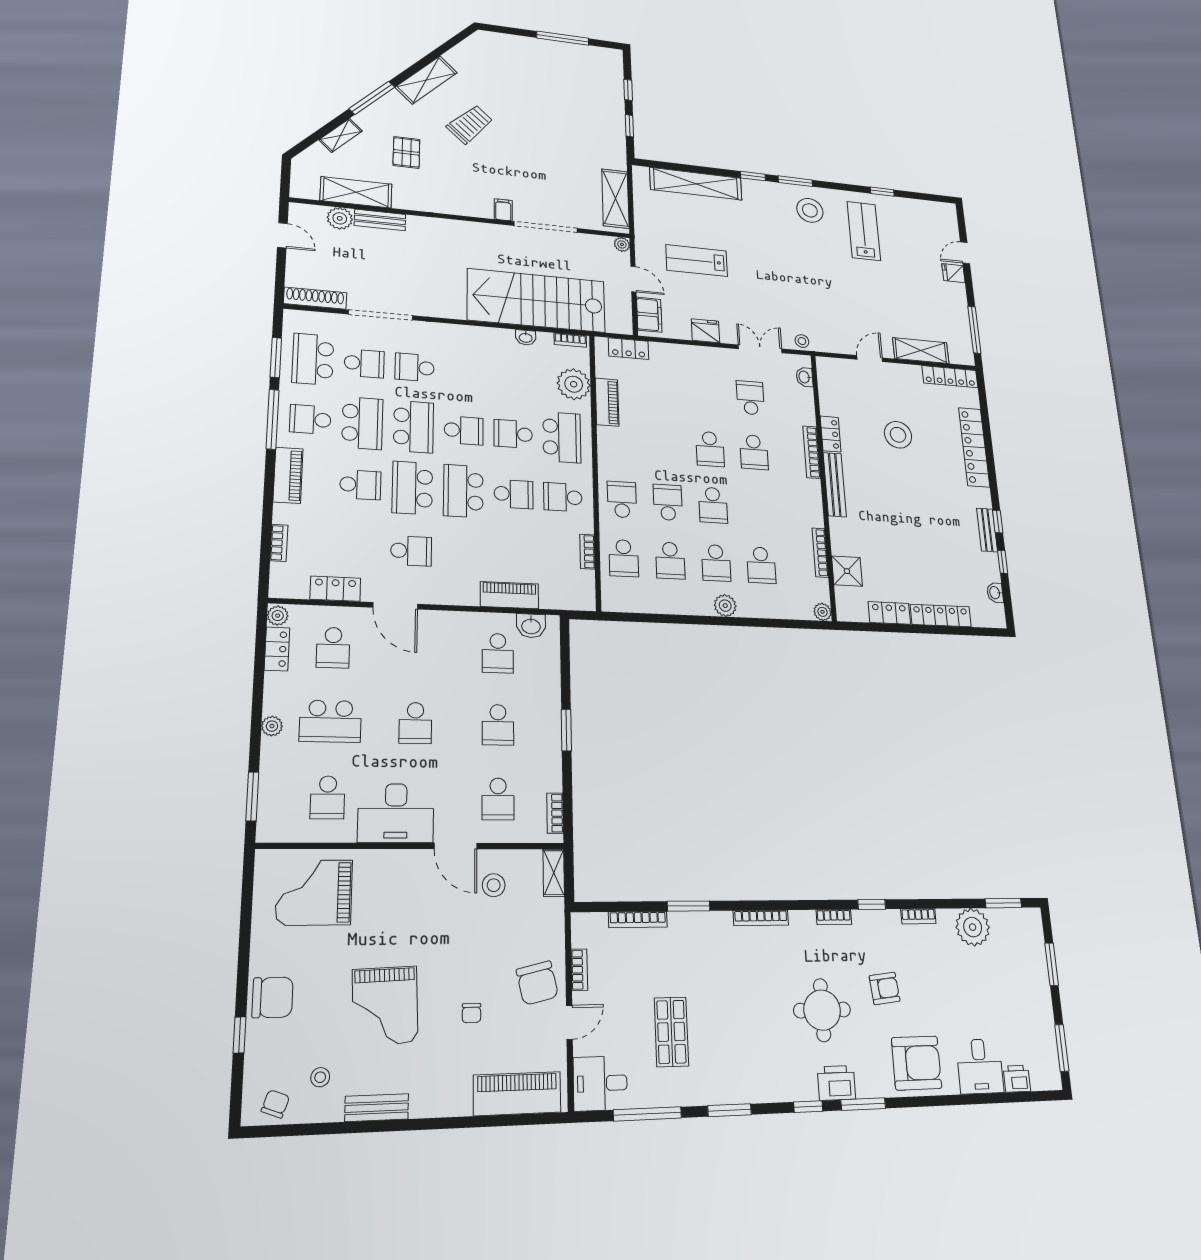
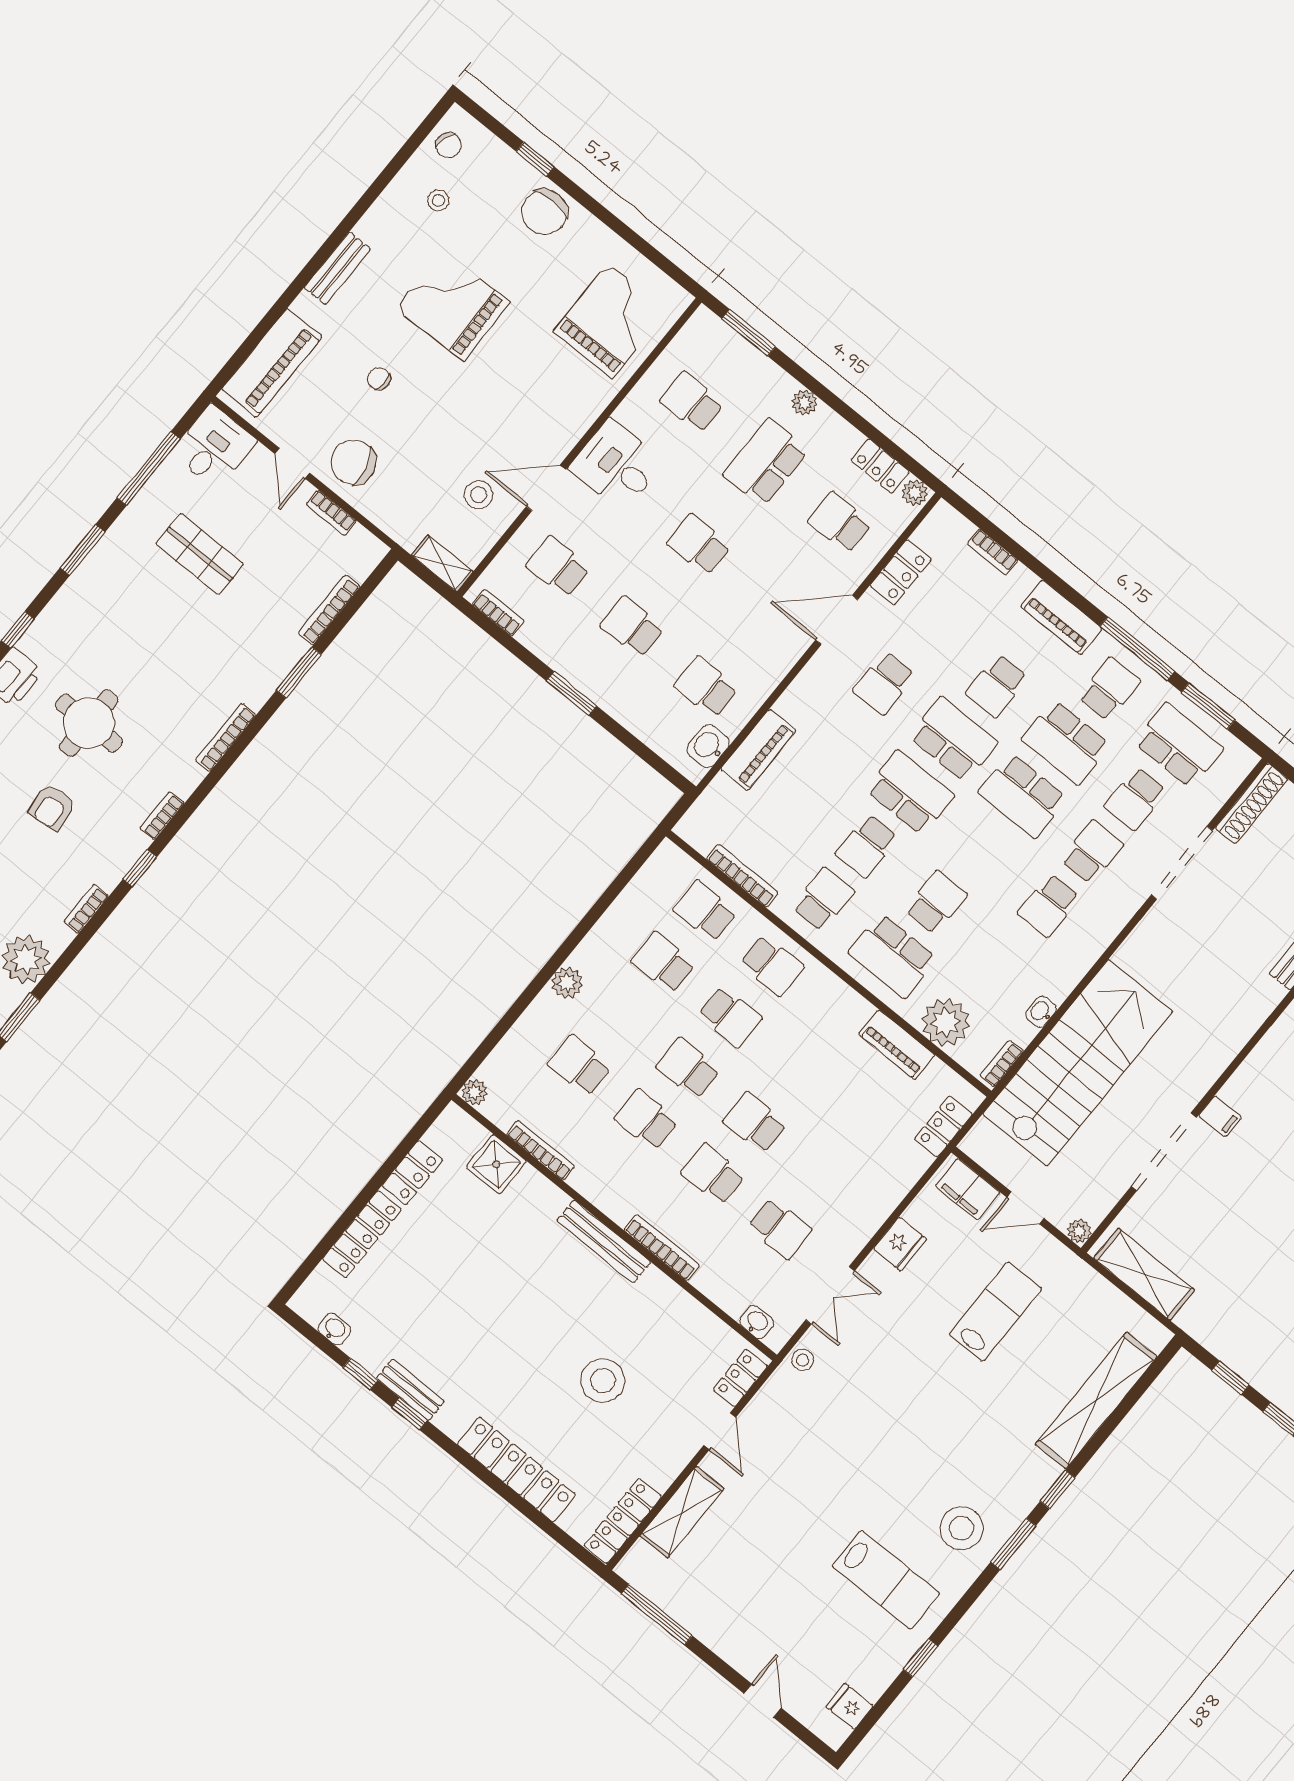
fridge: (953, 273) -> (850, 1706), moved, turned -90
school desk: (464, 430) -> (1049, 905), moved
locker: (831, 434) -> (740, 1378), moved, turned 90
bookcase: (587, 552) -> (742, 876), width x1.56
school desk: (716, 563) -> (646, 1120), moved
desk: (396, 813) -> (616, 465), width x0.73
bench: (377, 1108) -> (337, 268), moved

